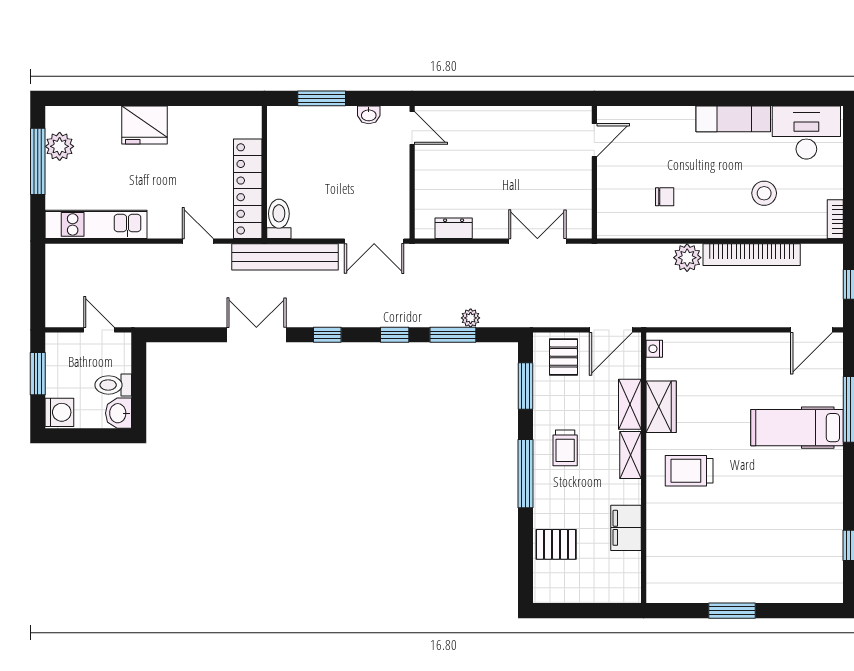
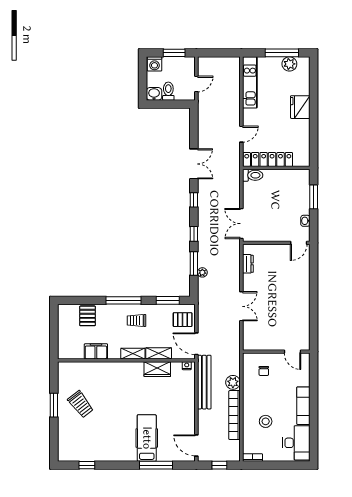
door: (594, 140) -> (293, 352), moved
wall: (594, 172) -> (276, 352), moved
bench: (285, 257) -> (204, 382), moved
trolley: (689, 471) -> (81, 404), moved, turned 142

